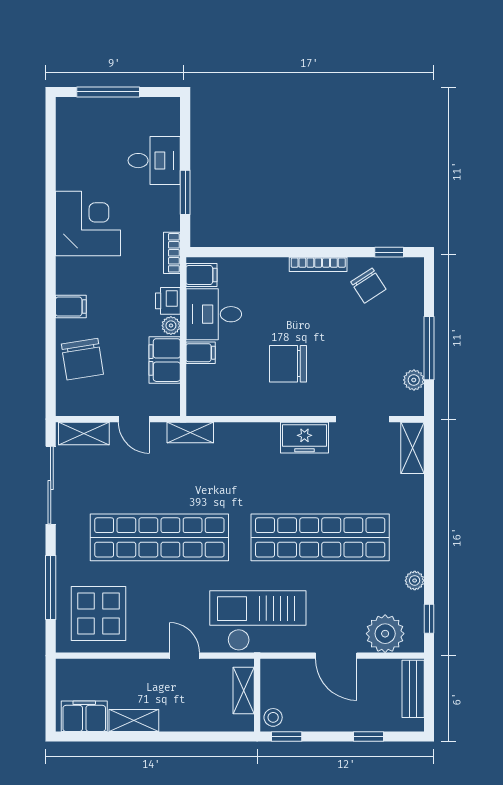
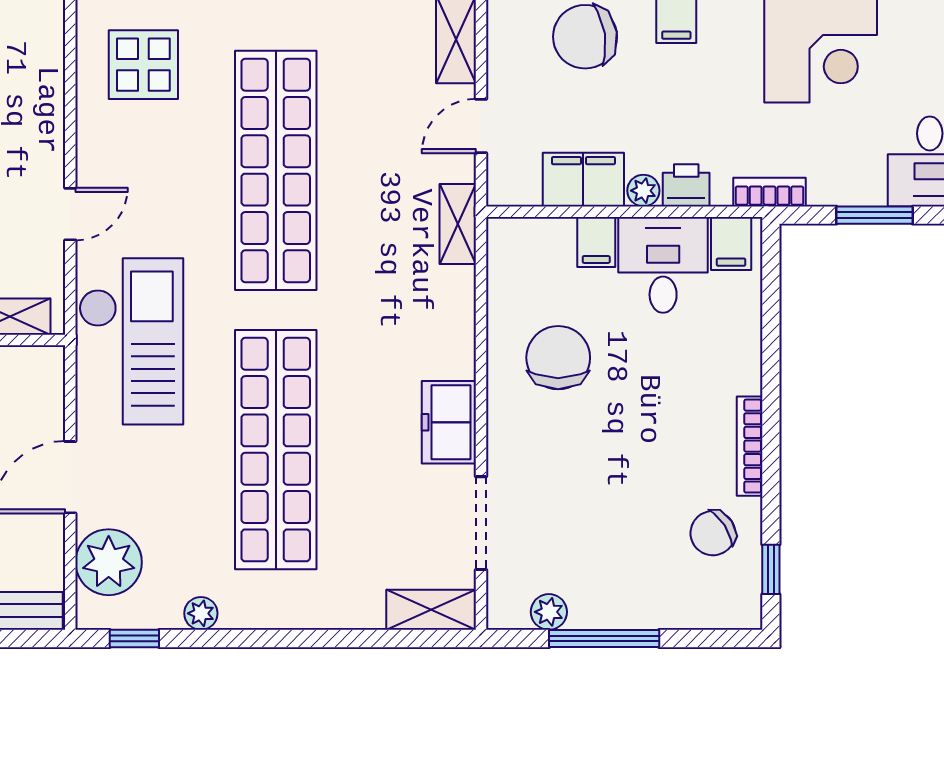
chair: (288, 364) -> (558, 358), moved
display table: (98, 614) -> (143, 65), width x0.73, depth x0.73

